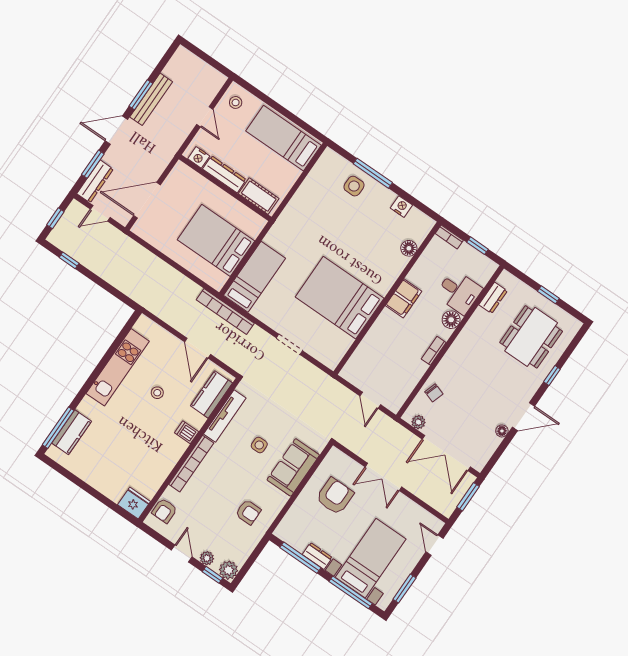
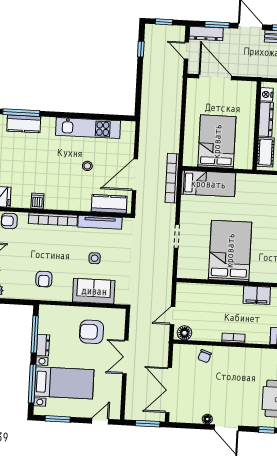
floor lamp: (451, 320) -> (184, 333), moved
door: (198, 348) -> (135, 175), width x1.36
plant: (418, 422) -> (178, 358), removed
dishwasher: (187, 432) -> (37, 201), moved
armchair: (335, 496) -> (92, 332), turned 180

